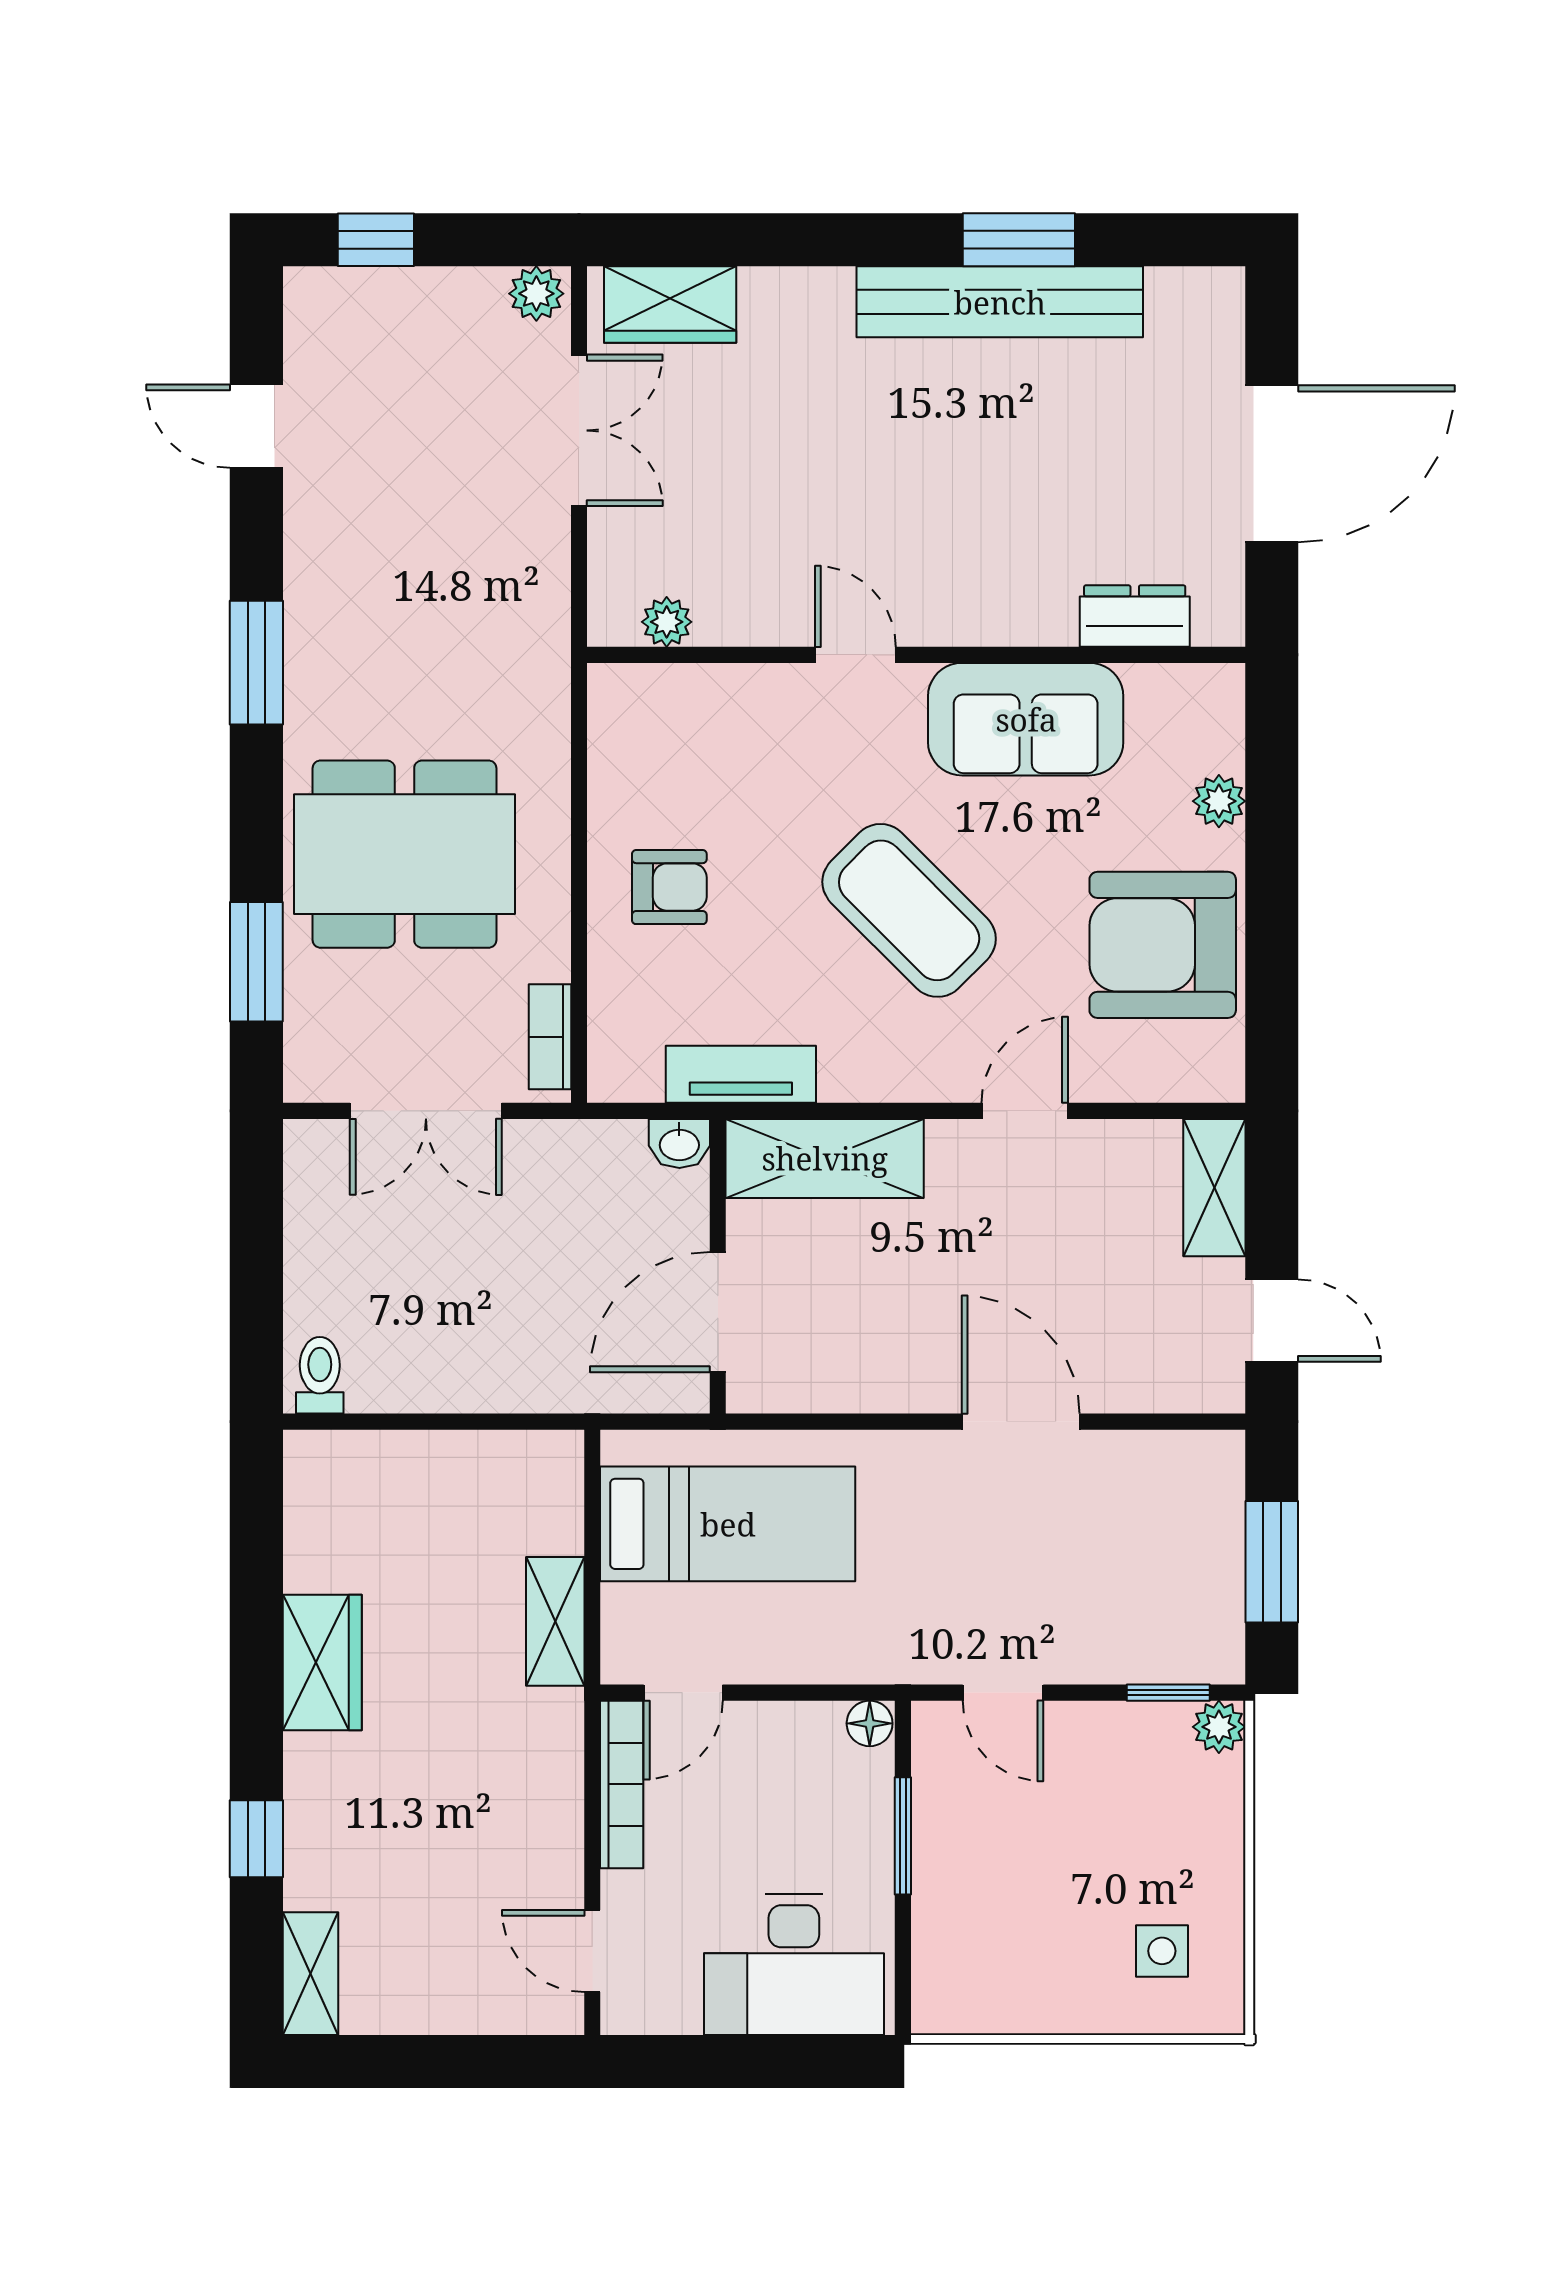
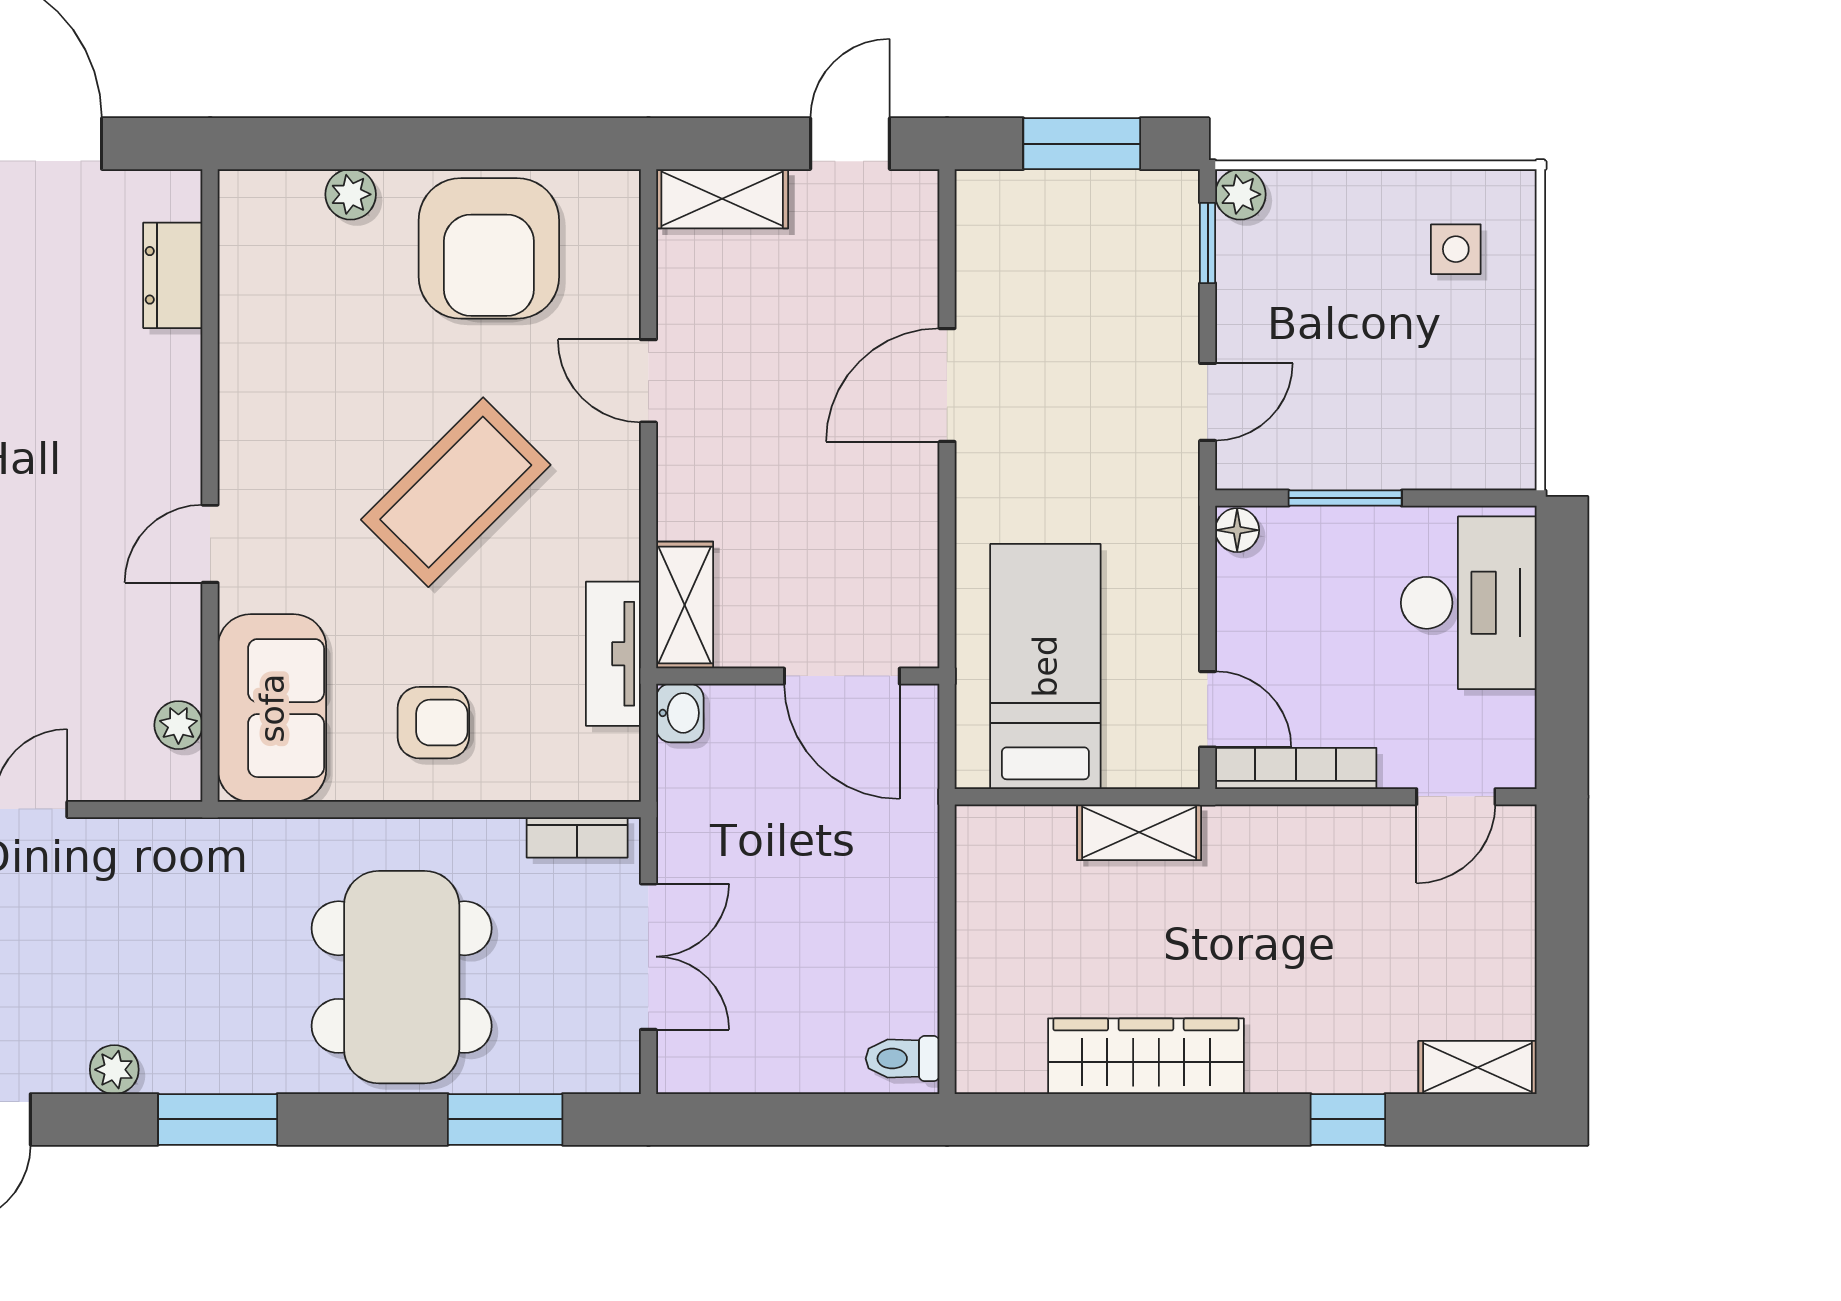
plant: (308, 555) -> (114, 1070), added
sofa: (1026, 719) -> (272, 708), moved
armchair: (669, 887) -> (433, 723), turned 90
shelving: (825, 1158) -> (685, 605), width x0.67, depth x0.75
wardrobe: (322, 1662) -> (1146, 1056), width x1.50

